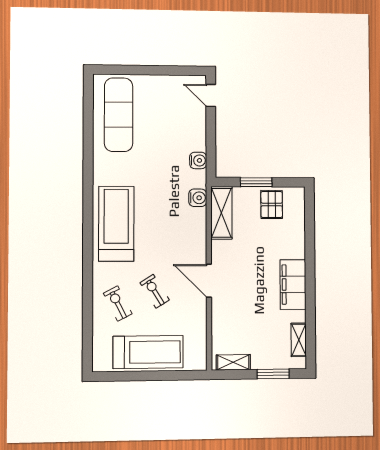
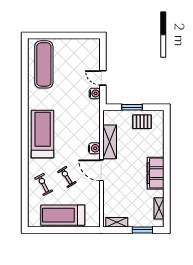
door: (211, 95) -> (103, 78), moved
water cooler: (198, 198) -> (94, 148), moved
pallet: (272, 204) -> (142, 122), turned 90
shelving: (221, 213) -> (110, 142), moved
treadmill: (148, 352) -> (63, 215), turned 180

